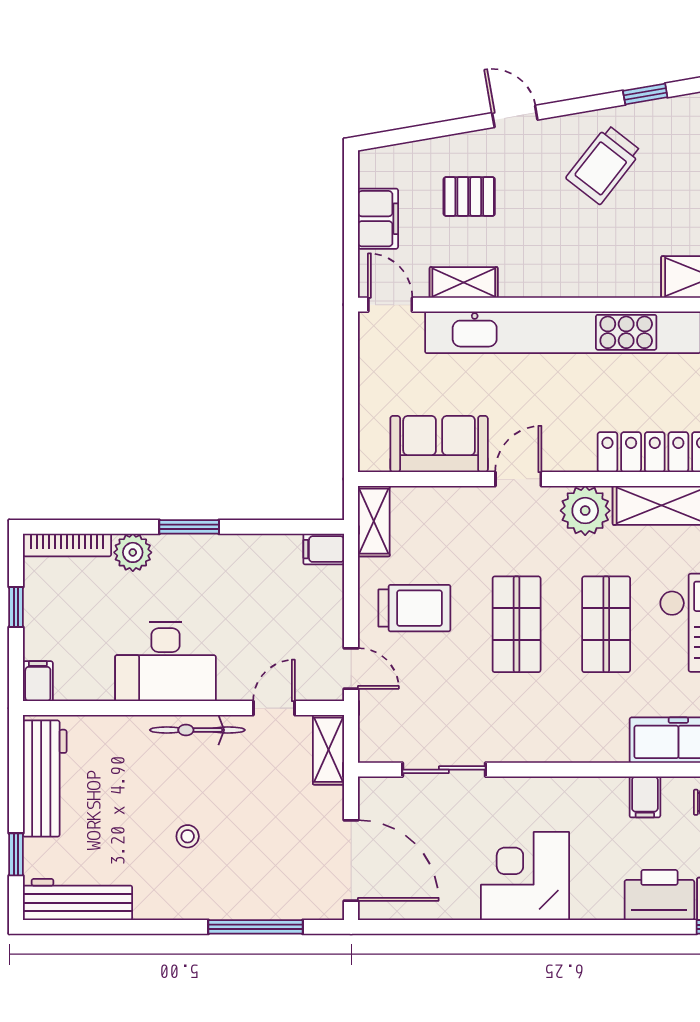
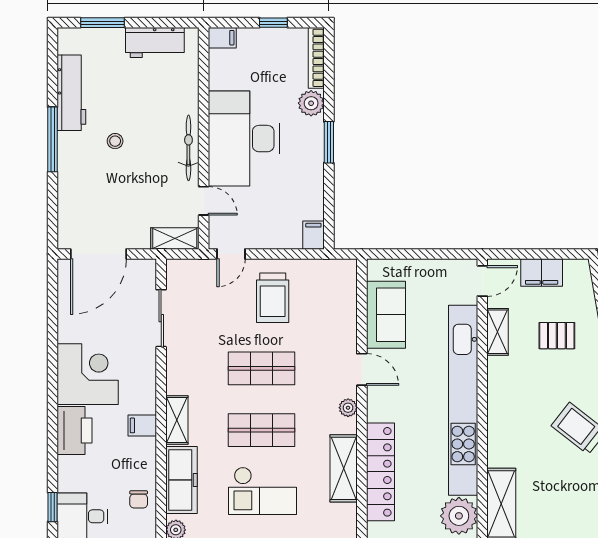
pallet: (469, 196) -> (557, 336), turned 90
plant: (585, 511) -> (348, 408), width x0.53, depth x0.53
shelving: (374, 521) -> (177, 420), moved, turned 90
desk: (165, 662) -> (244, 139), width x1.36, depth x1.30
workbench: (45, 779) -> (155, 42), width x0.73
filing cabinet: (645, 797) -> (142, 425), moved
window: (16, 854) -> (103, 23), width x1.50
printer: (659, 895) -> (75, 431), moved
workbench: (78, 900) -> (71, 93), moved
window: (256, 927) -> (53, 139), moved

